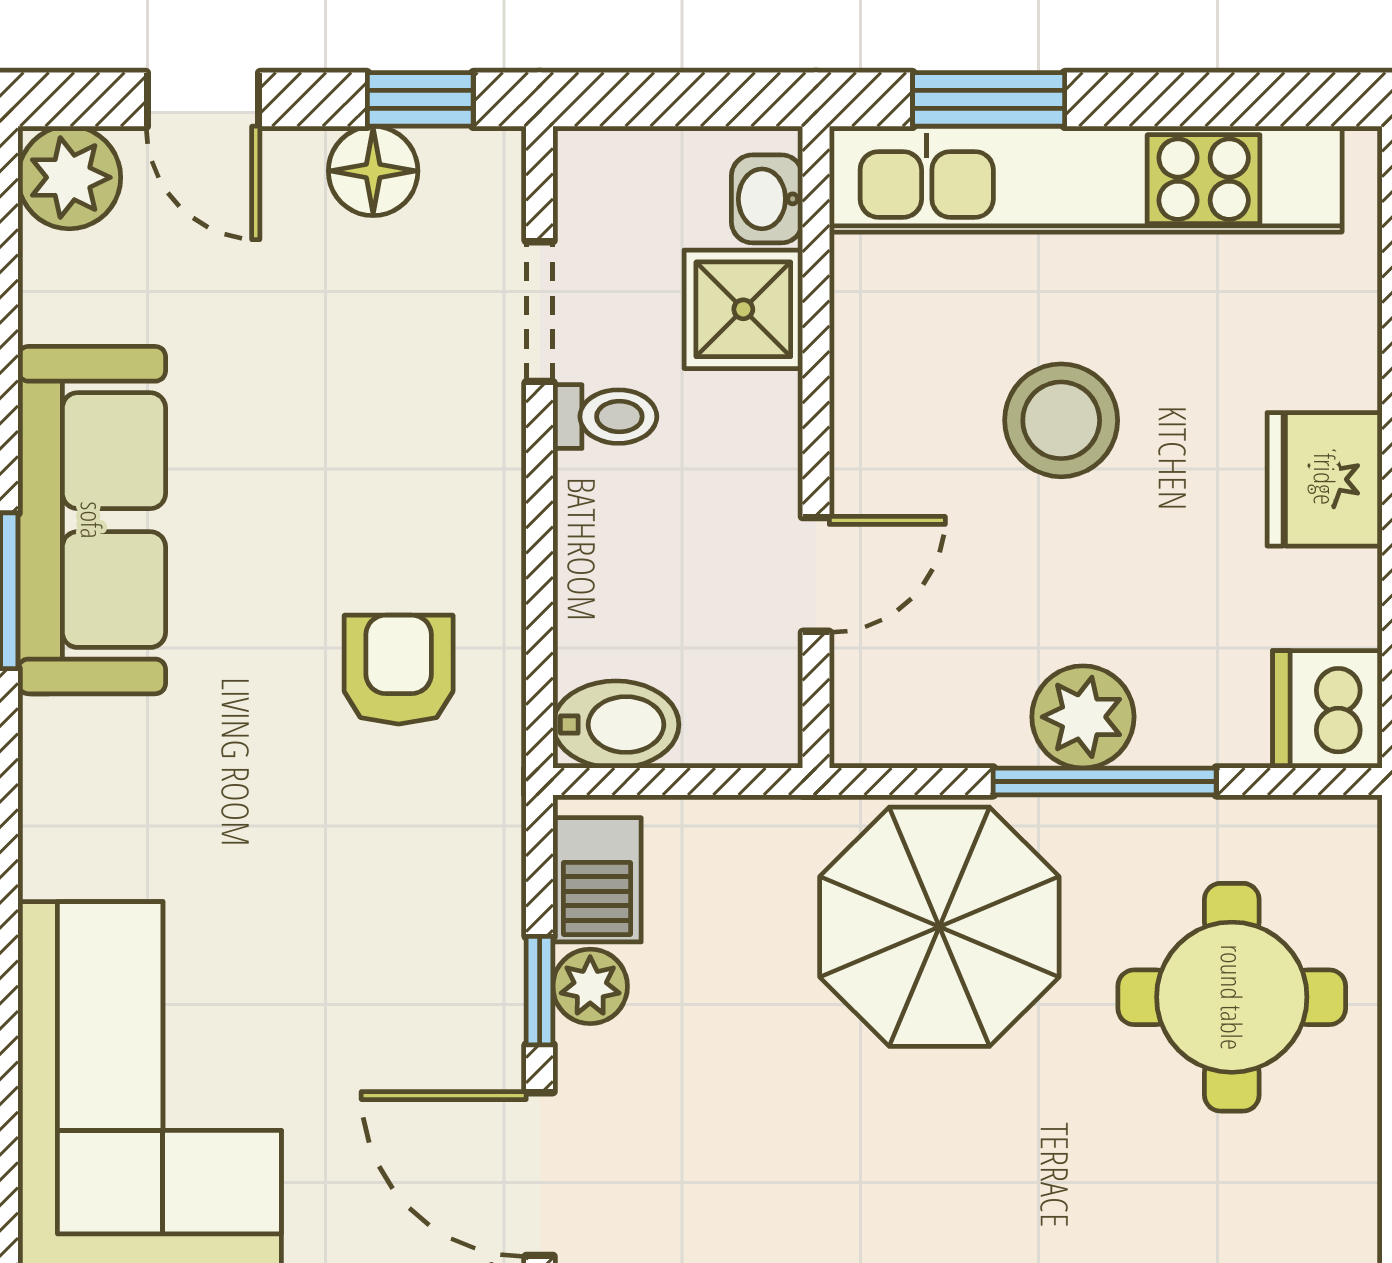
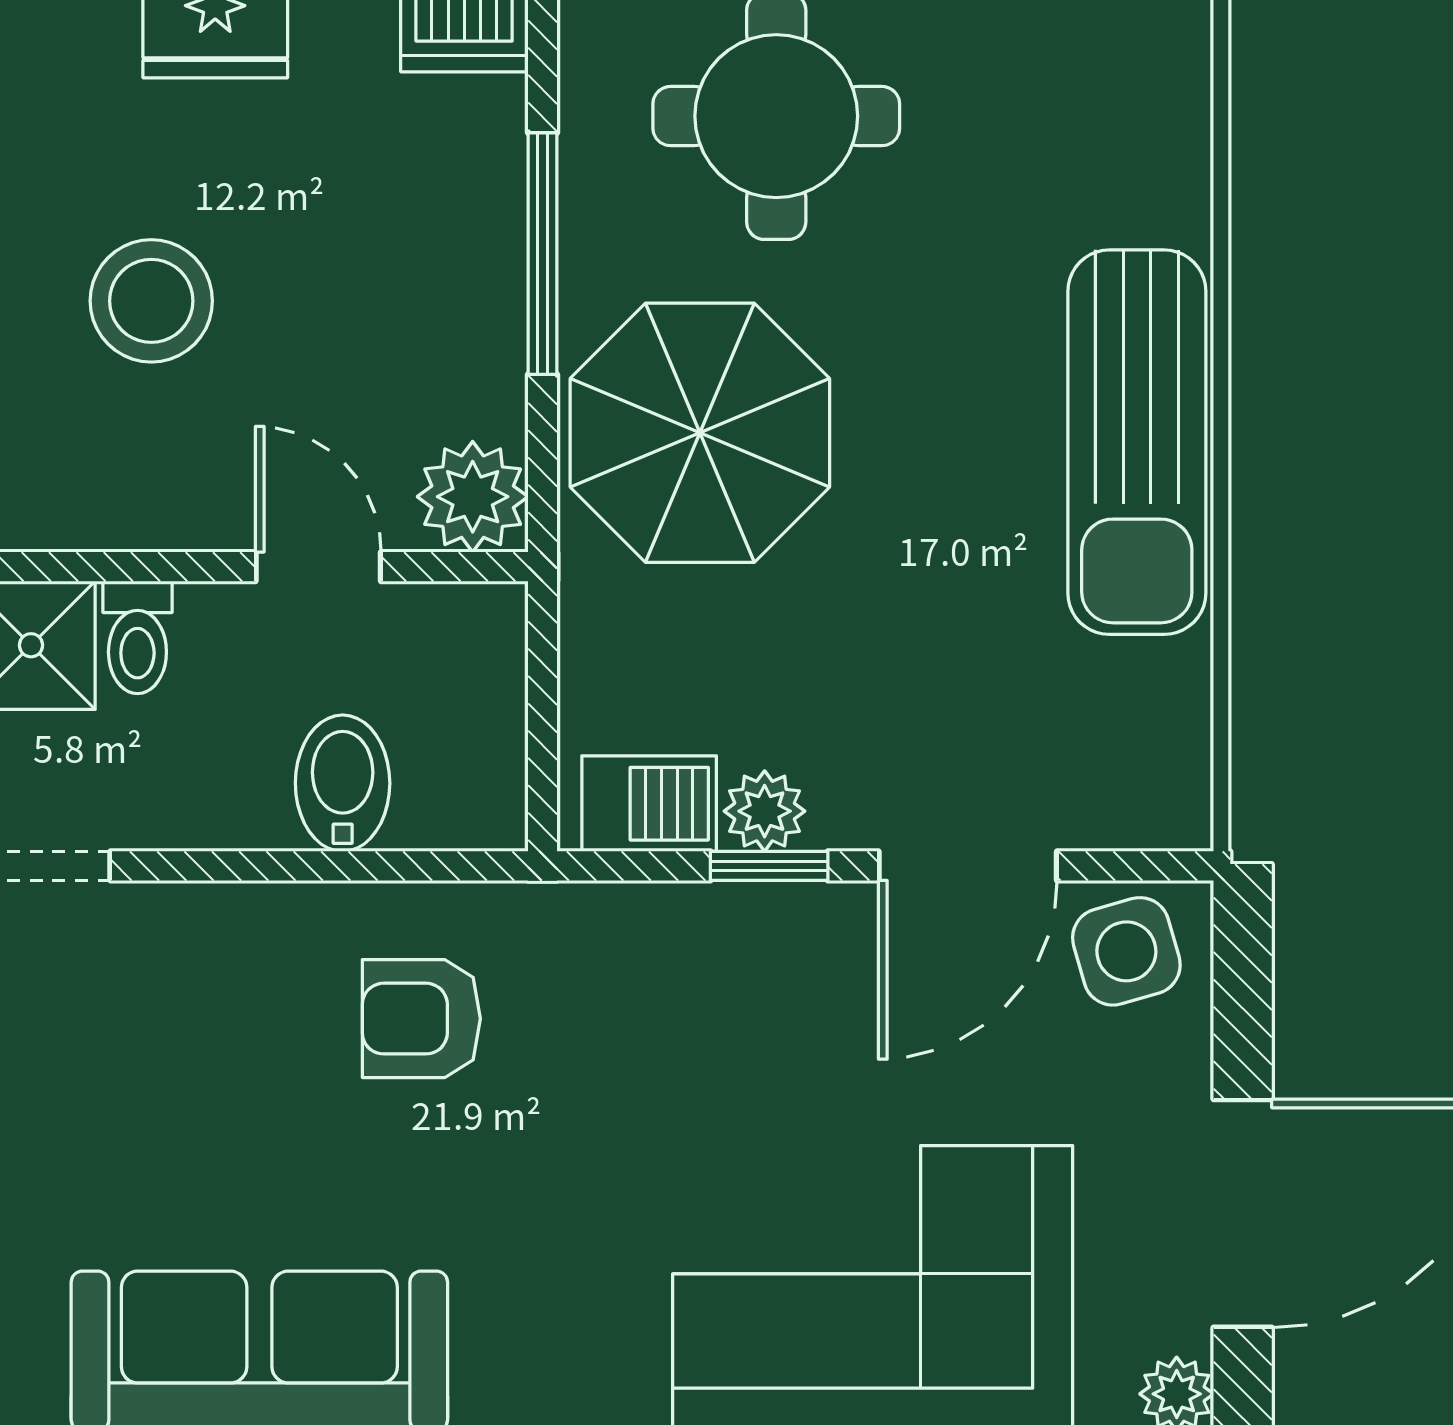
toilet: (605, 417) -> (137, 637), moved, turned 180
plant: (1083, 717) -> (473, 497), moved
bidet: (616, 725) -> (343, 783), moved

